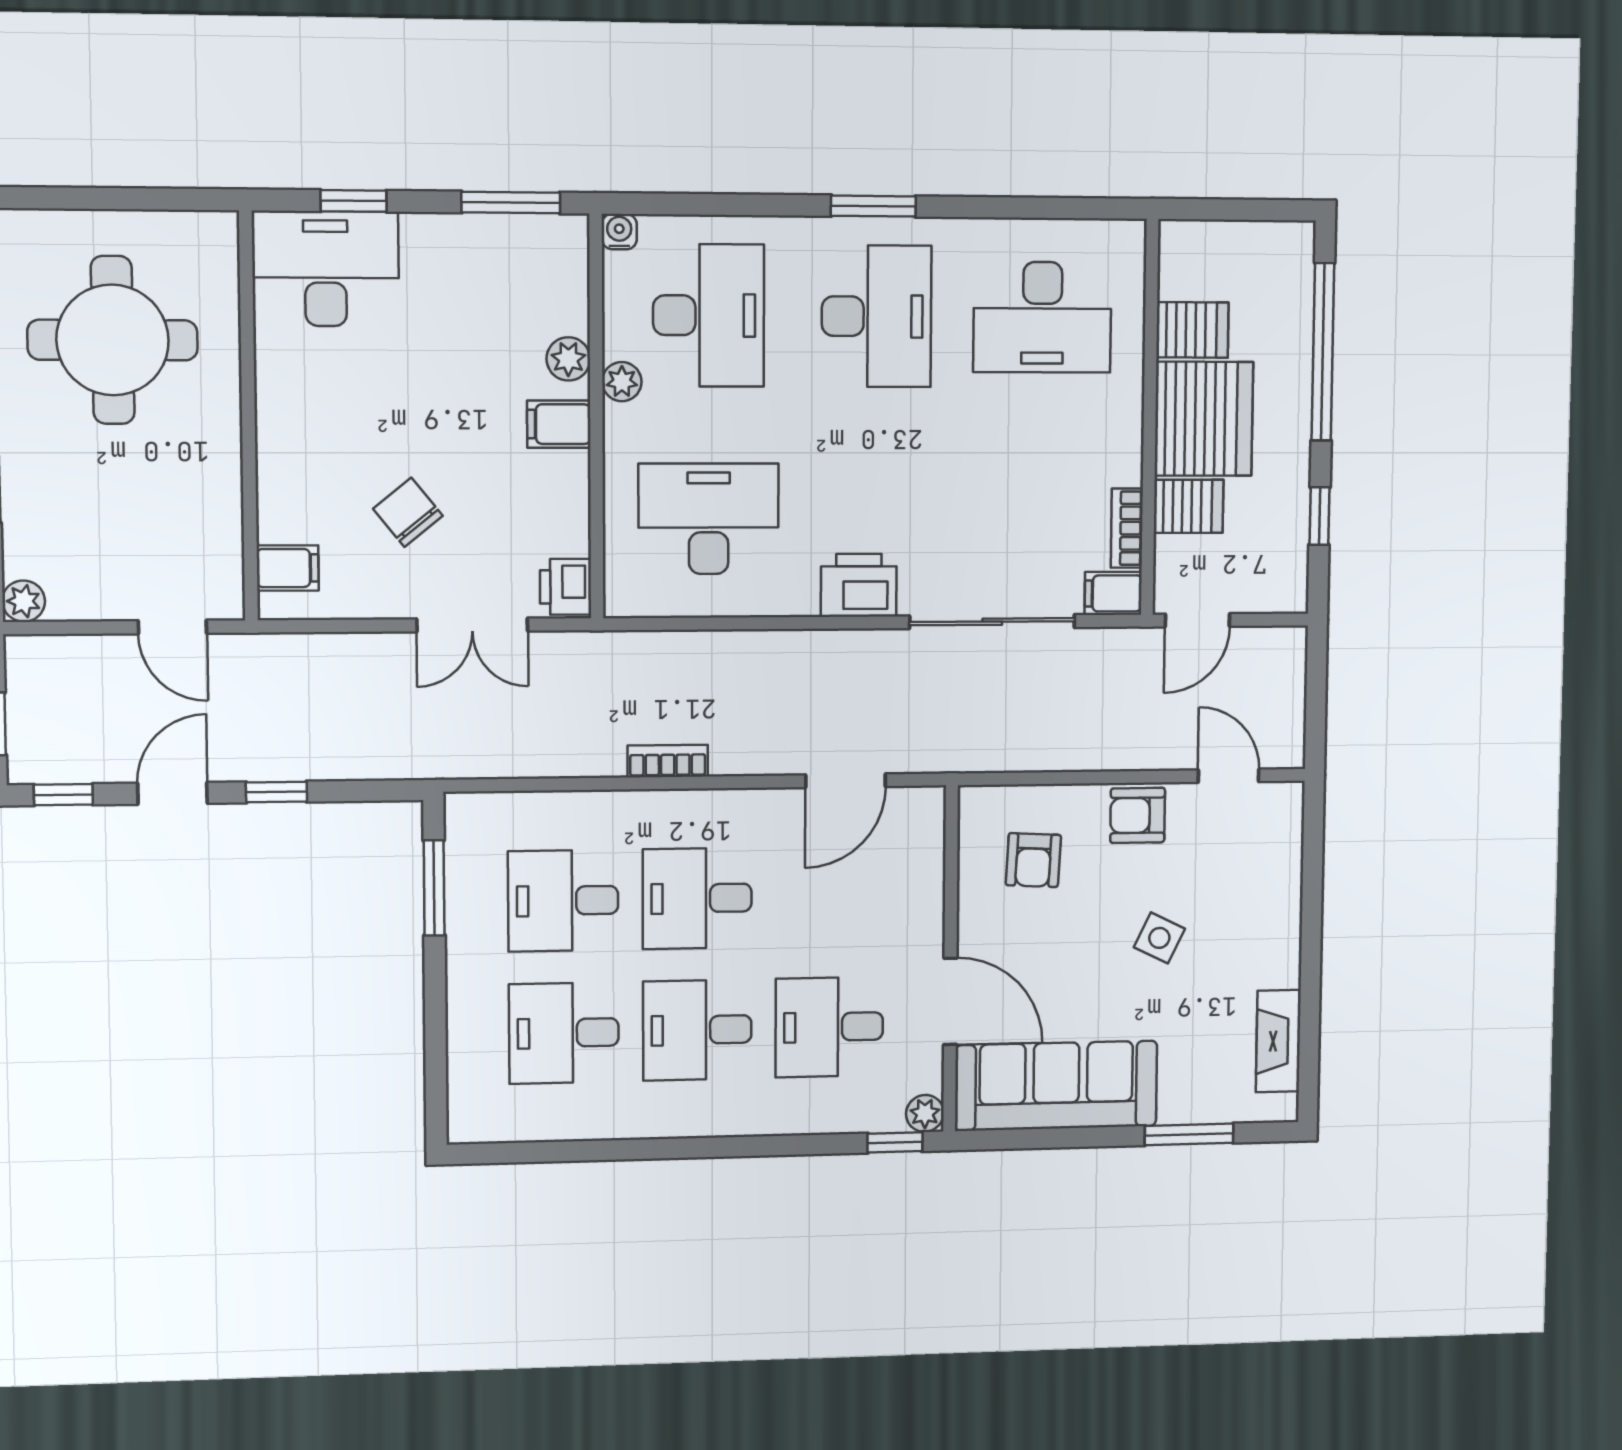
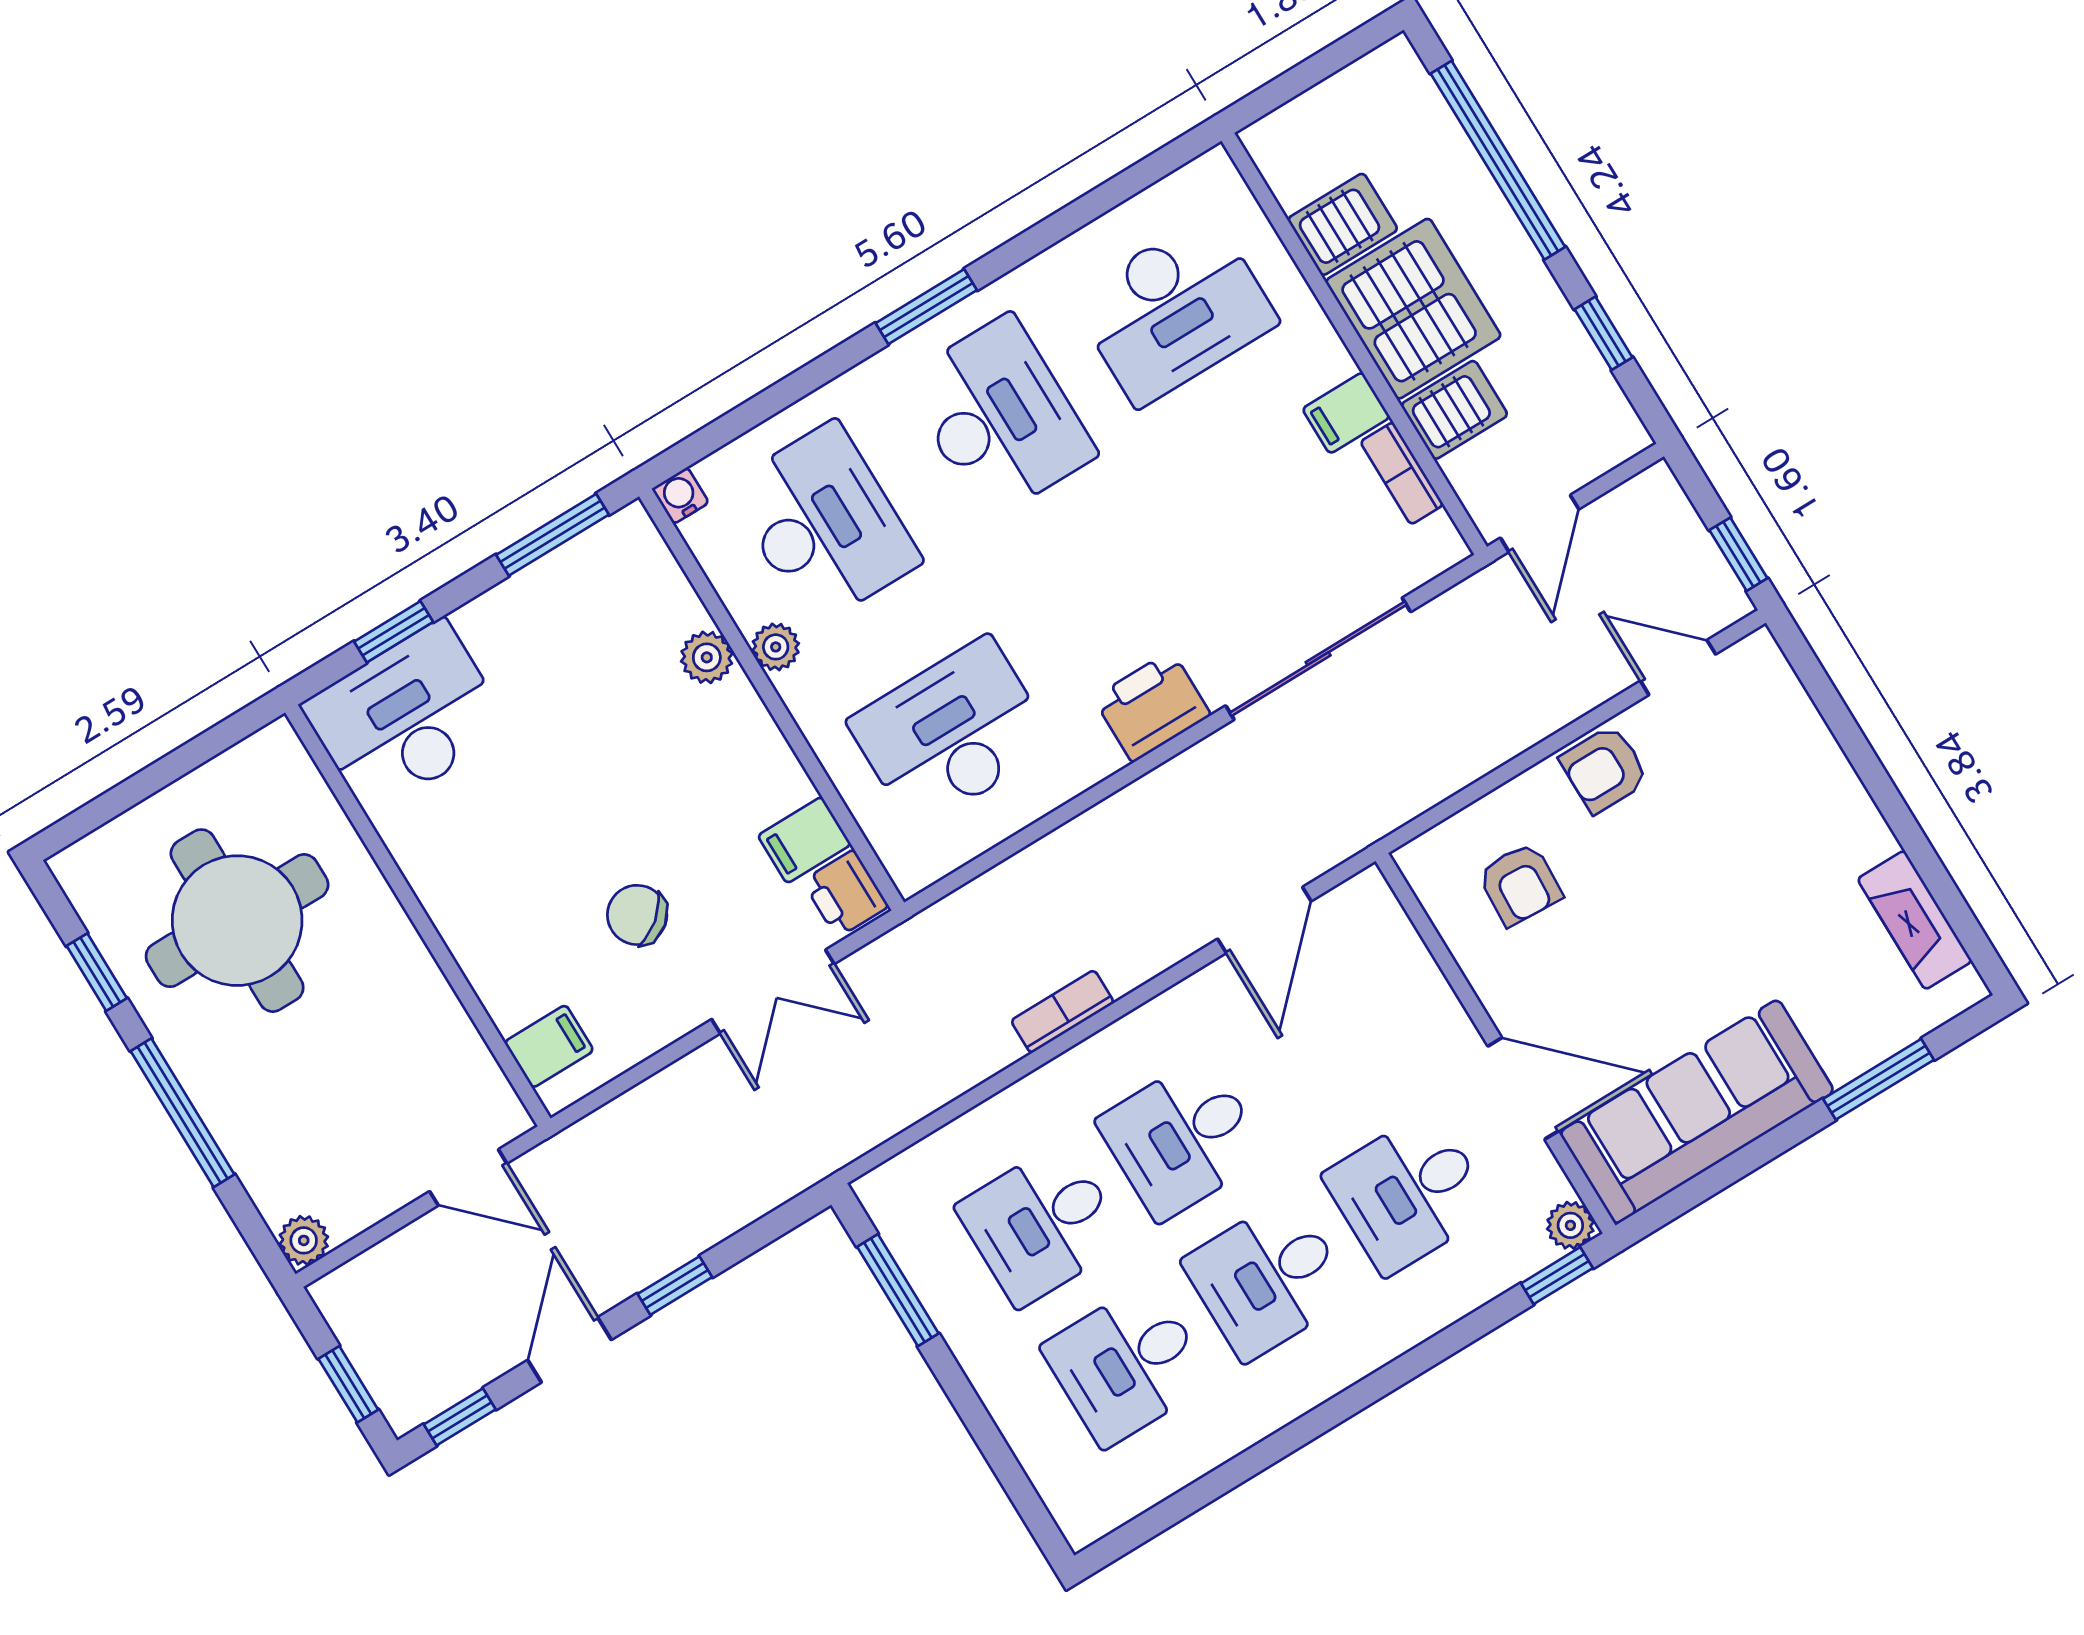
filing cabinet: (559, 424) -> (804, 840), moved
filing cabinet: (1113, 593) -> (1346, 413), moved
window: (1315, 723) -> (1738, 554), added
side table: (1159, 938) -> (1711, 886), removed

